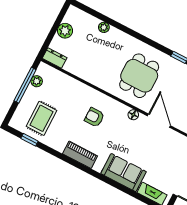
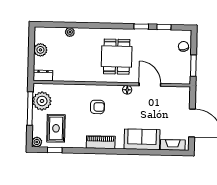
plant: (37, 81) -> (42, 101), width x1.88, depth x1.88
armchair: (94, 117) -> (97, 107), turned 180
plant: (15, 123) -> (37, 142), added

